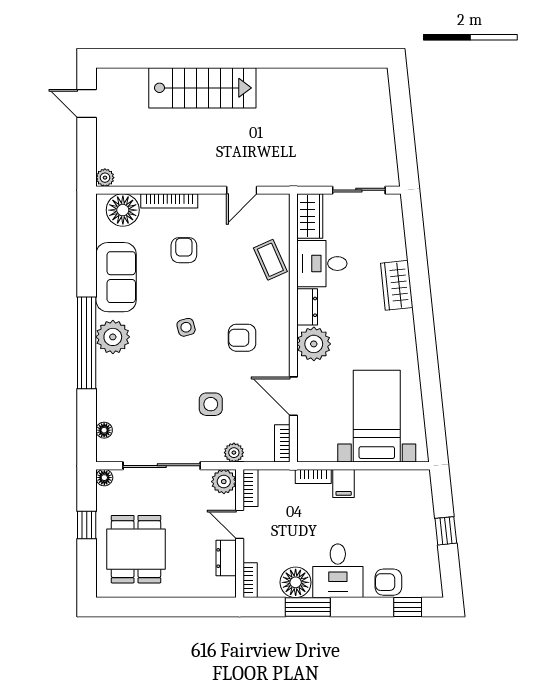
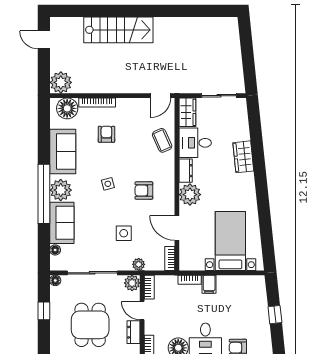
plant: (105, 178) -> (61, 82), width x1.87, depth x1.87
door: (242, 190) -> (161, 96), moved
sofa: (115, 388) -> (62, 223), added
dining table: (136, 549) -> (90, 325), moved

